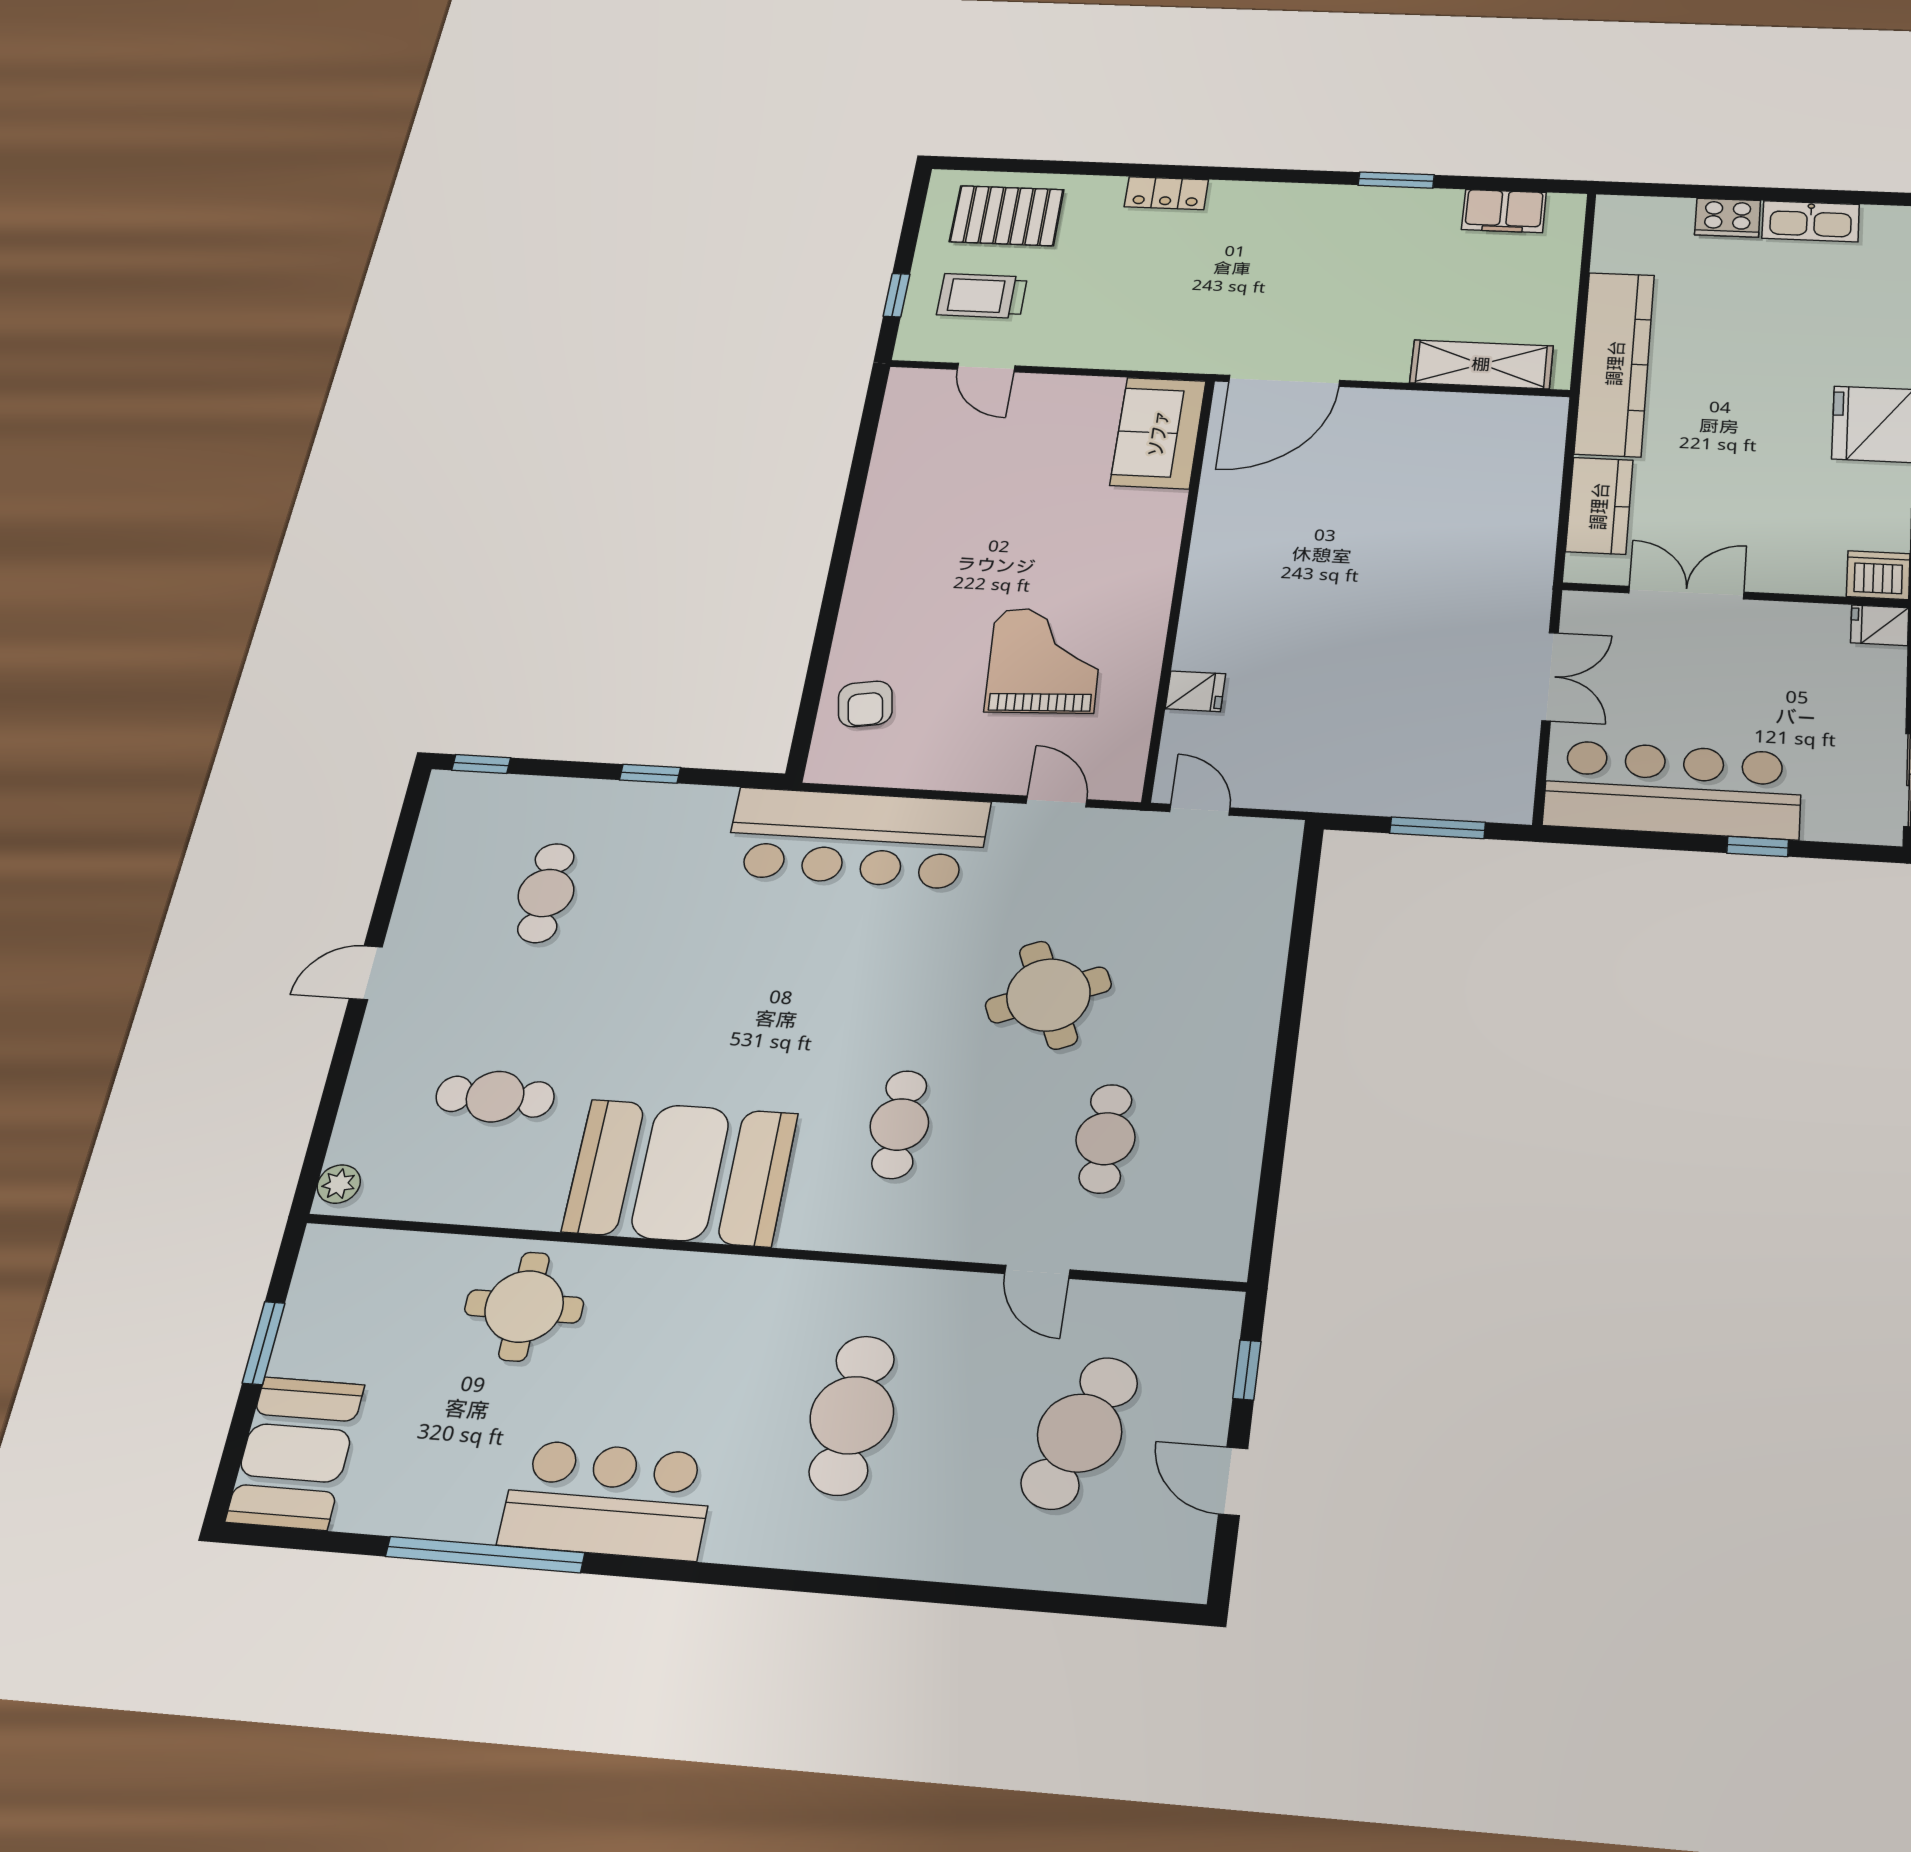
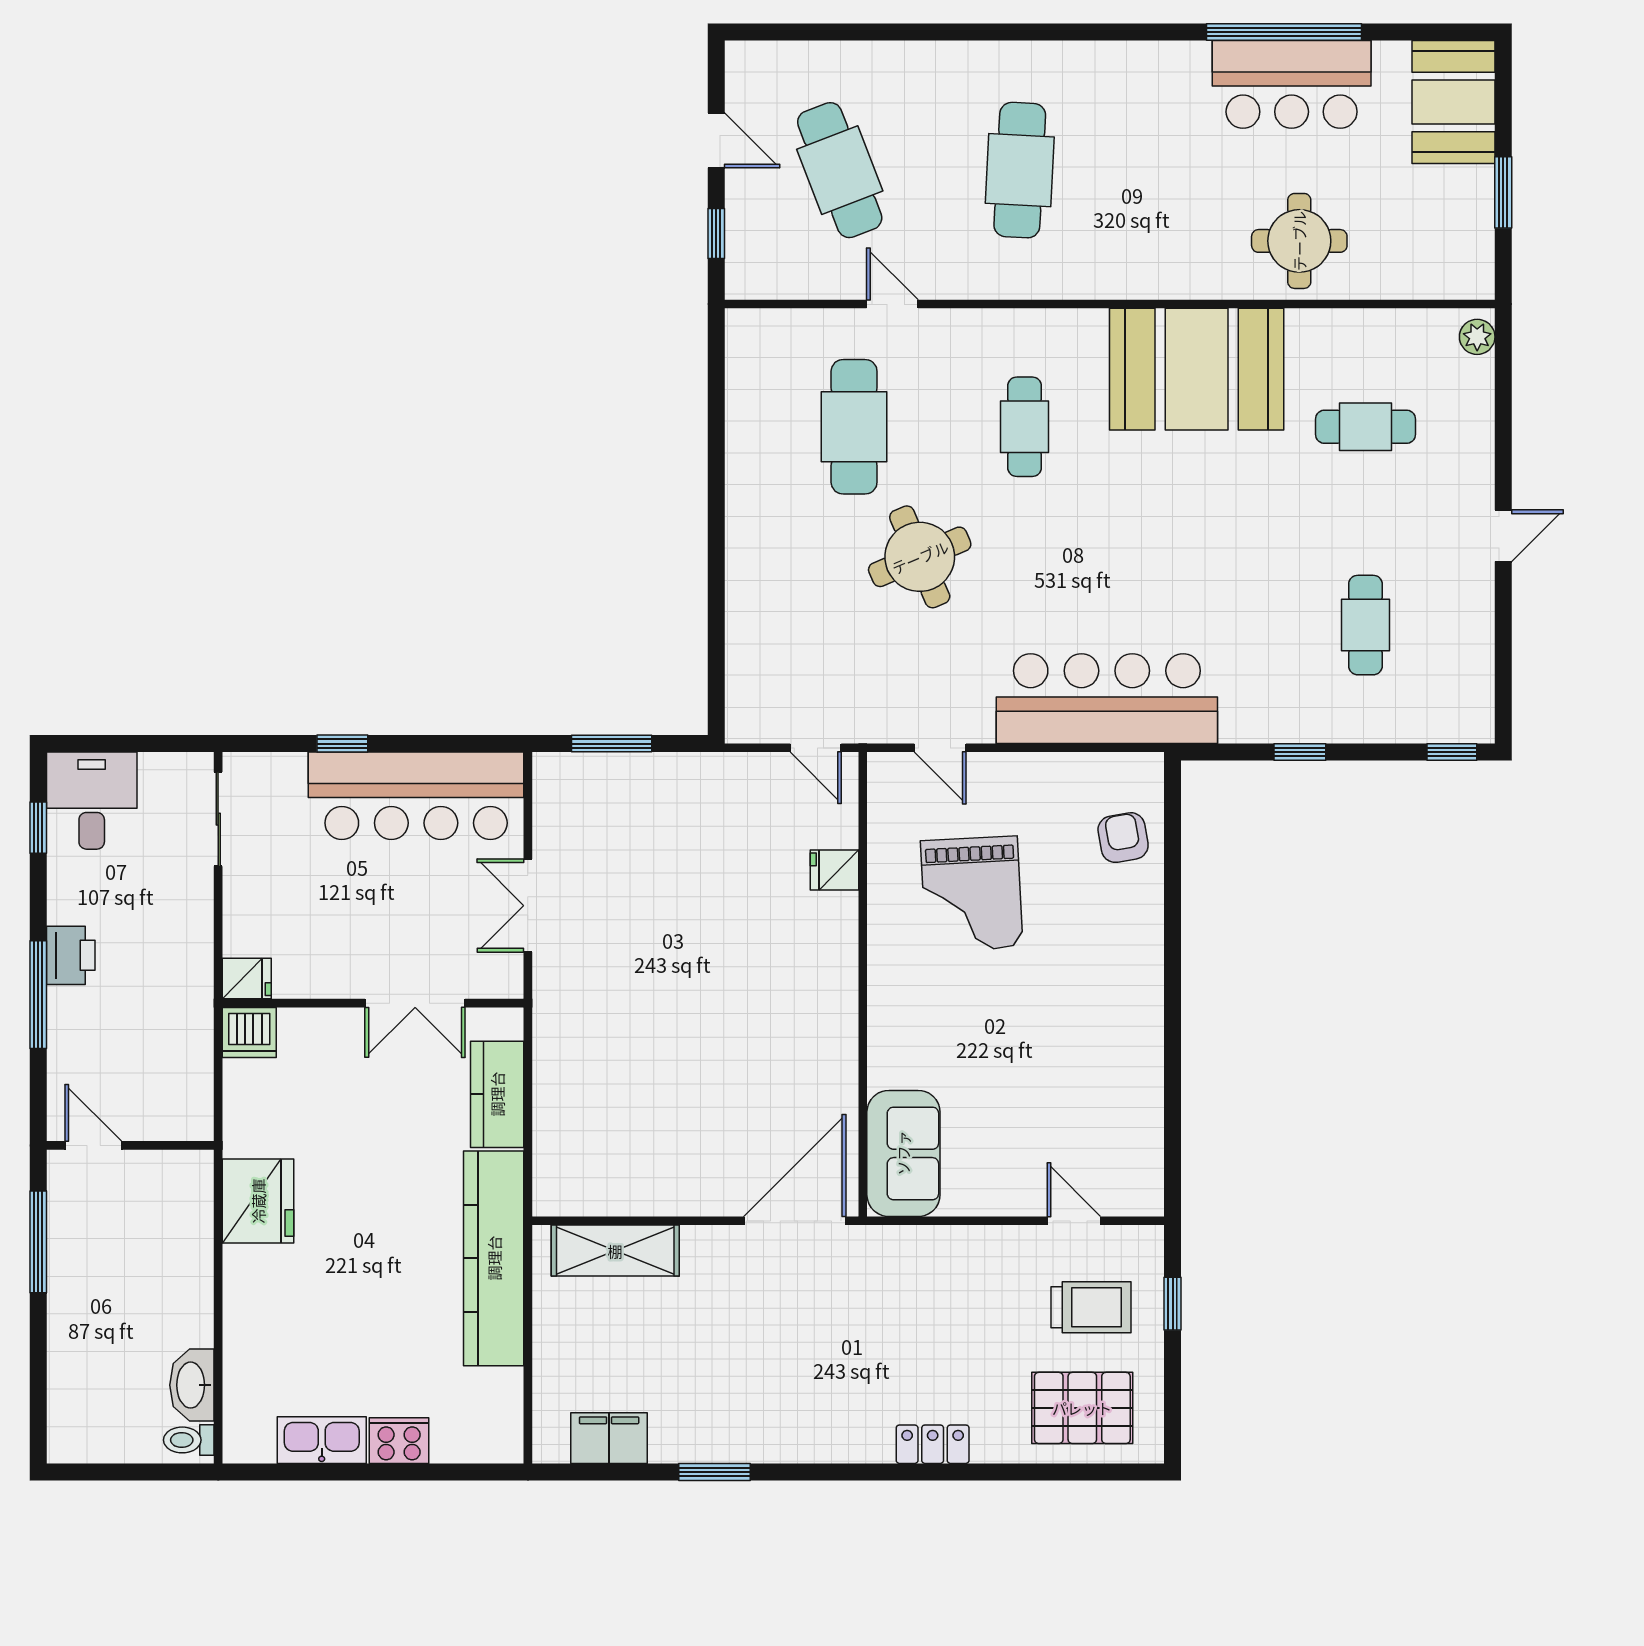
cafe table: (1106, 1139) -> (854, 427), width x1.37, depth x1.35
cafe table: (1080, 1433) -> (840, 170), turned -42
bar counter: (608, 1500) -> (1292, 84), moved

